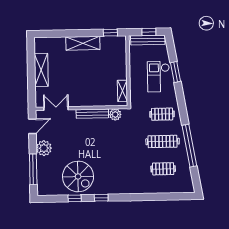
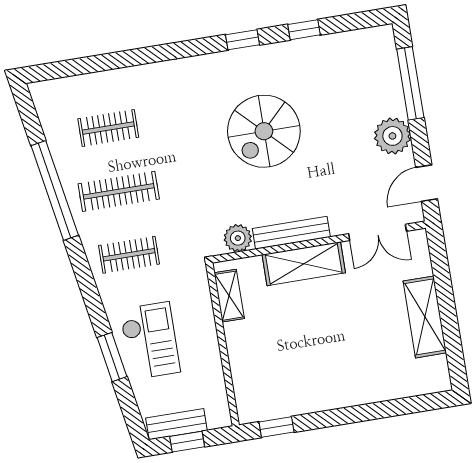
bench: (148, 40) -> (176, 424), width x0.73
shelving: (83, 43) -> (304, 264), moved
spiral stairs: (78, 176) -> (264, 131), moved, turned -90

